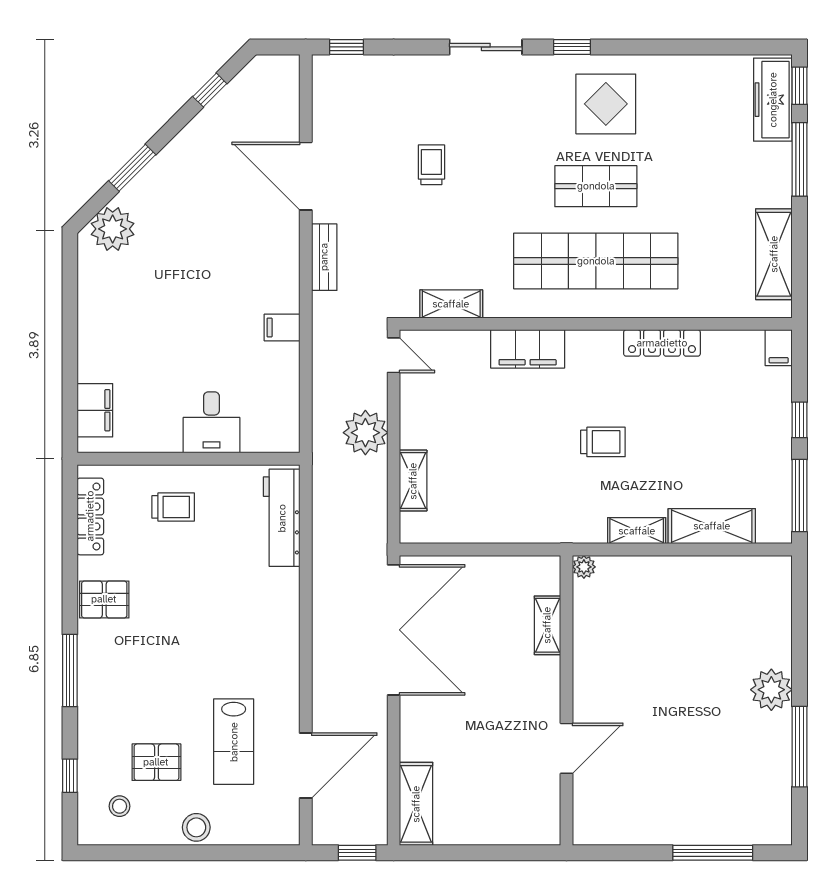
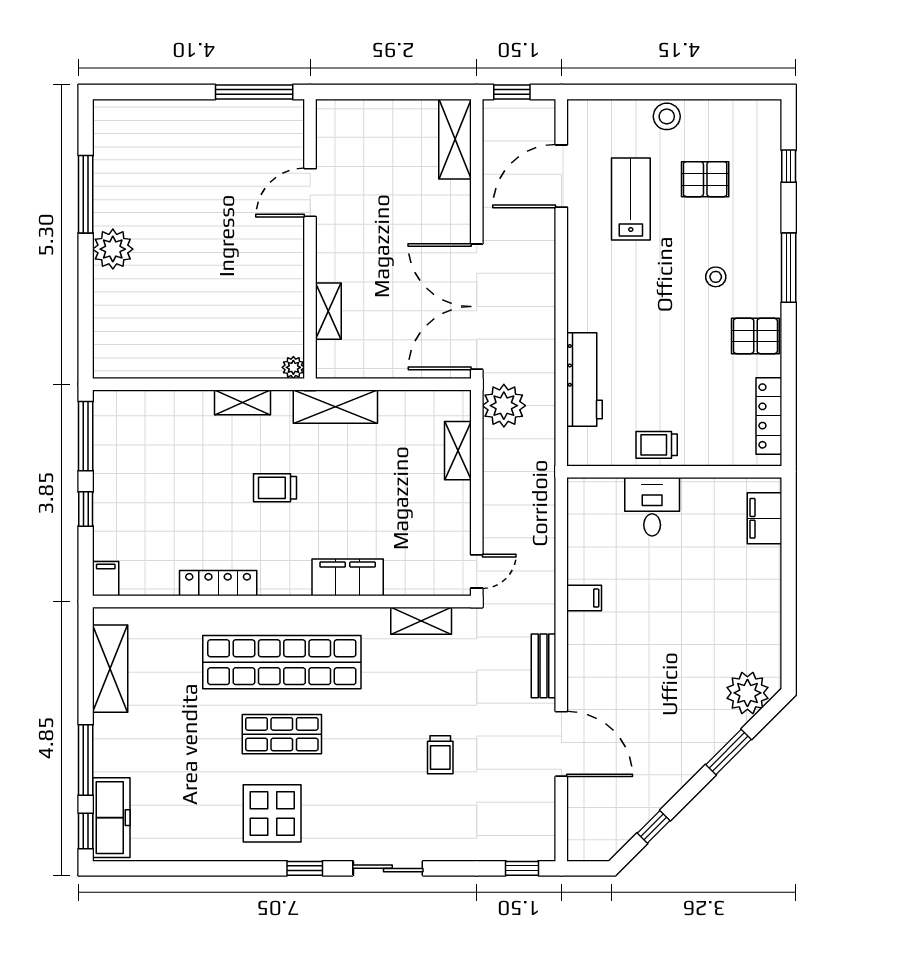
door: (394, 355) -> (477, 571), swing flipped
plant: (365, 433) -> (504, 406), moved
trolley: (173, 507) -> (657, 445), moved
workbench: (282, 518) -> (585, 379), moved
shelving: (712, 526) -> (335, 407), moved
stool: (120, 806) -> (716, 277), moved
window: (713, 853) -> (254, 92), moved

